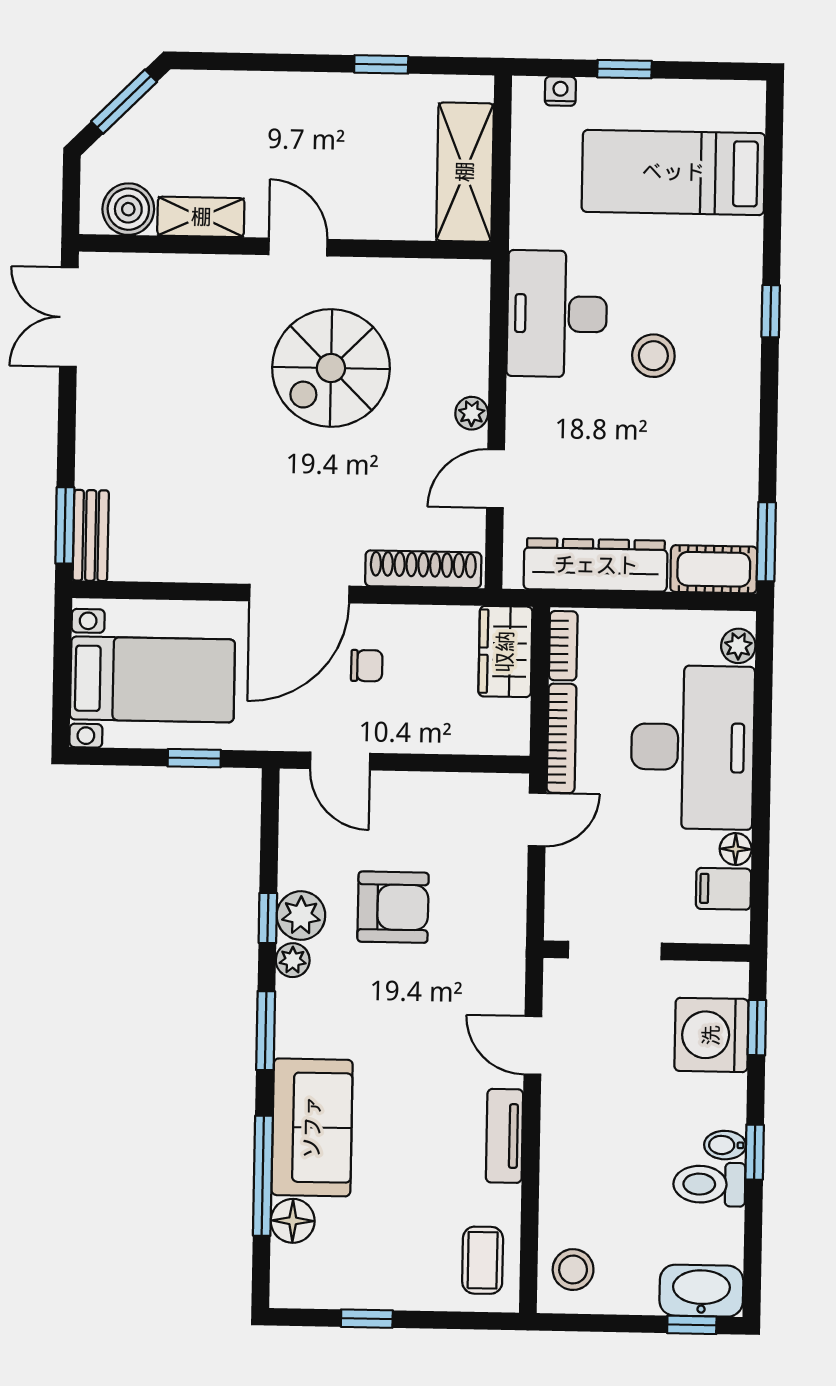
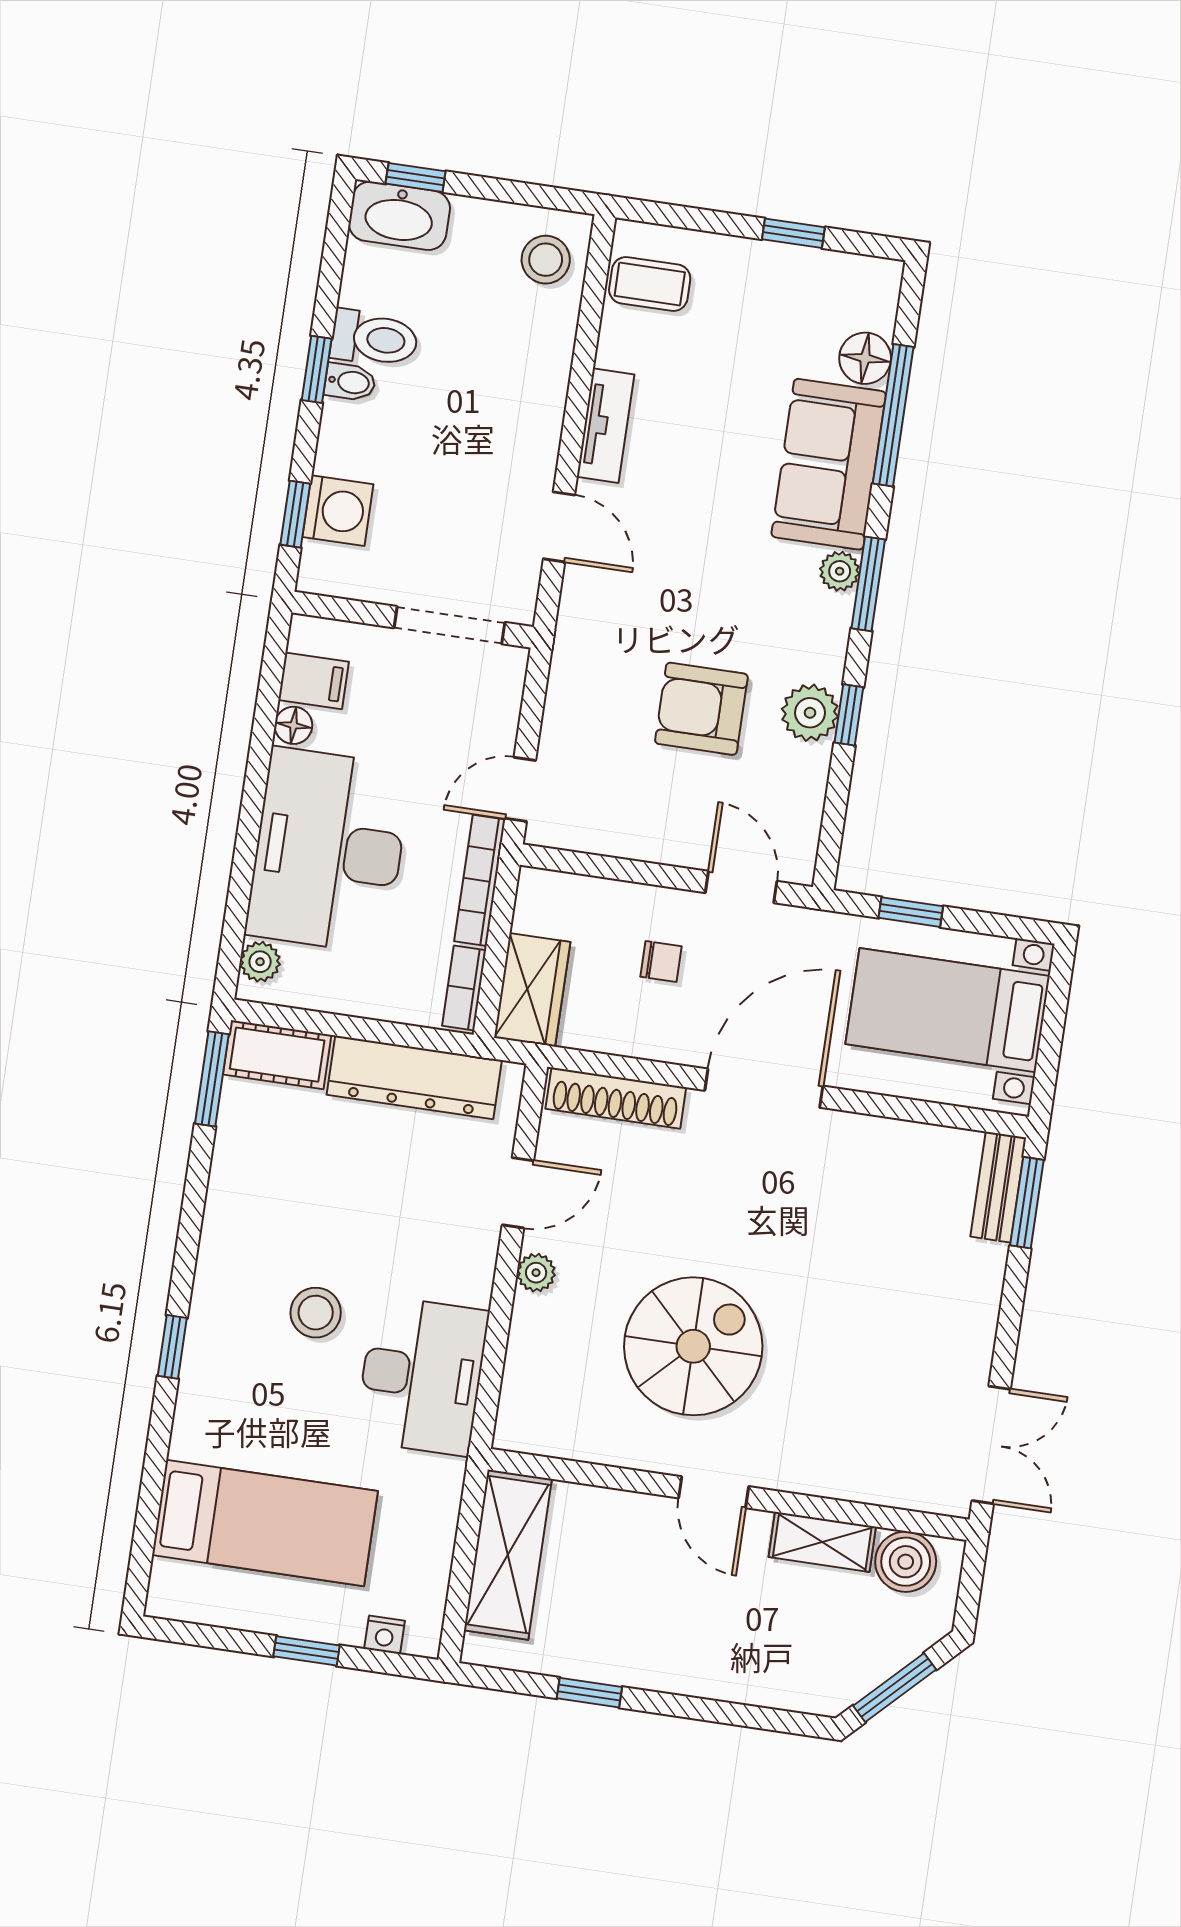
chair: (367, 666) -> (661, 962), moved, turned 180
plant: (293, 960) -> (840, 571), moved
washing machine: (711, 1035) -> (338, 511), width x0.73, depth x0.73
coffee table: (483, 1260) -> (650, 284), turned 90

